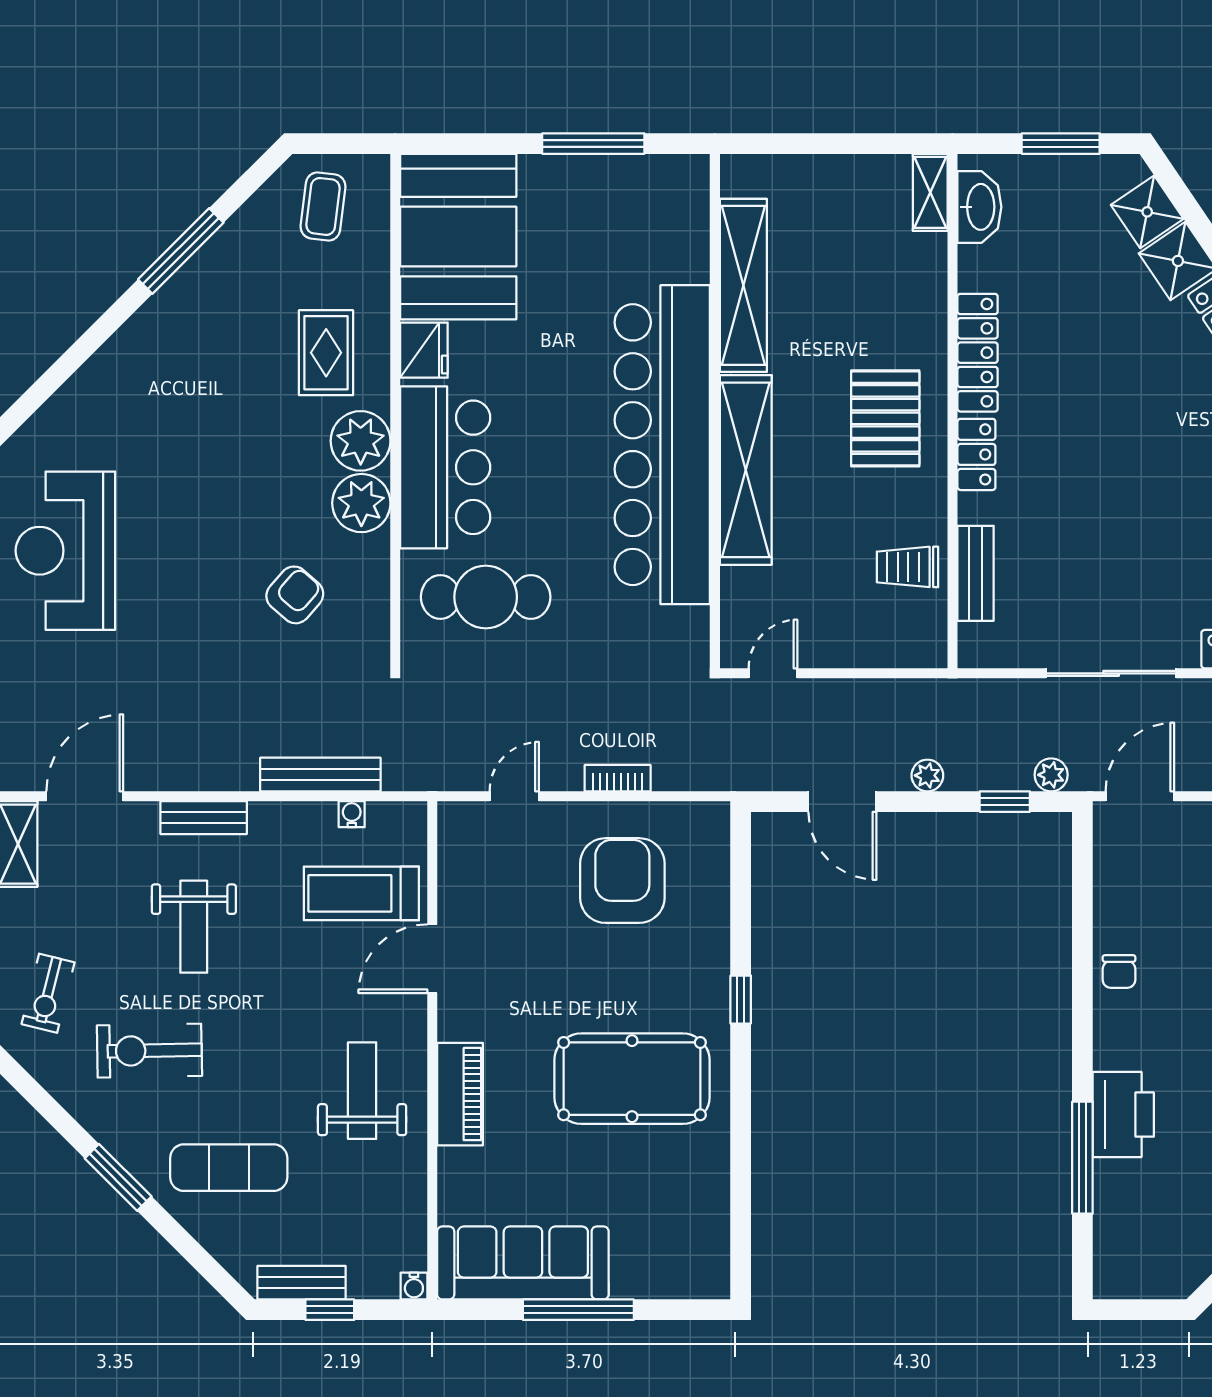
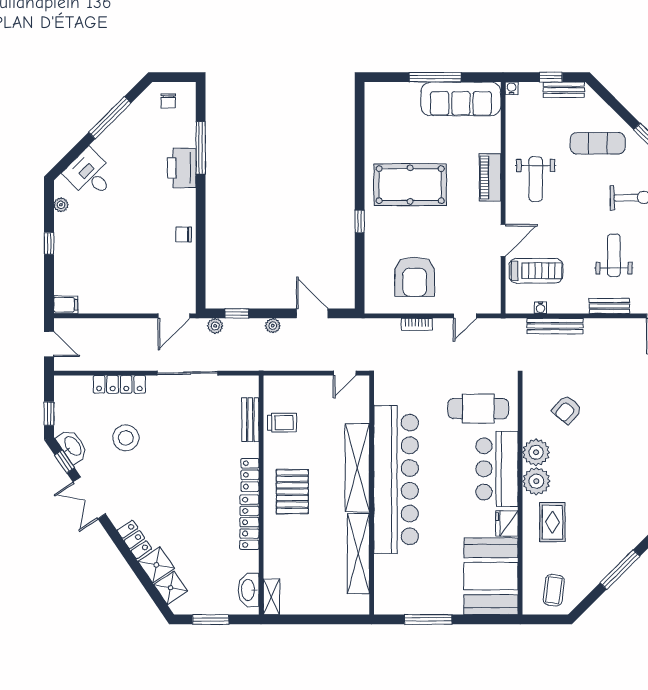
chair: (1119, 972) -> (184, 234), turned -90
chair: (1152, 1259) -> (168, 101), added

